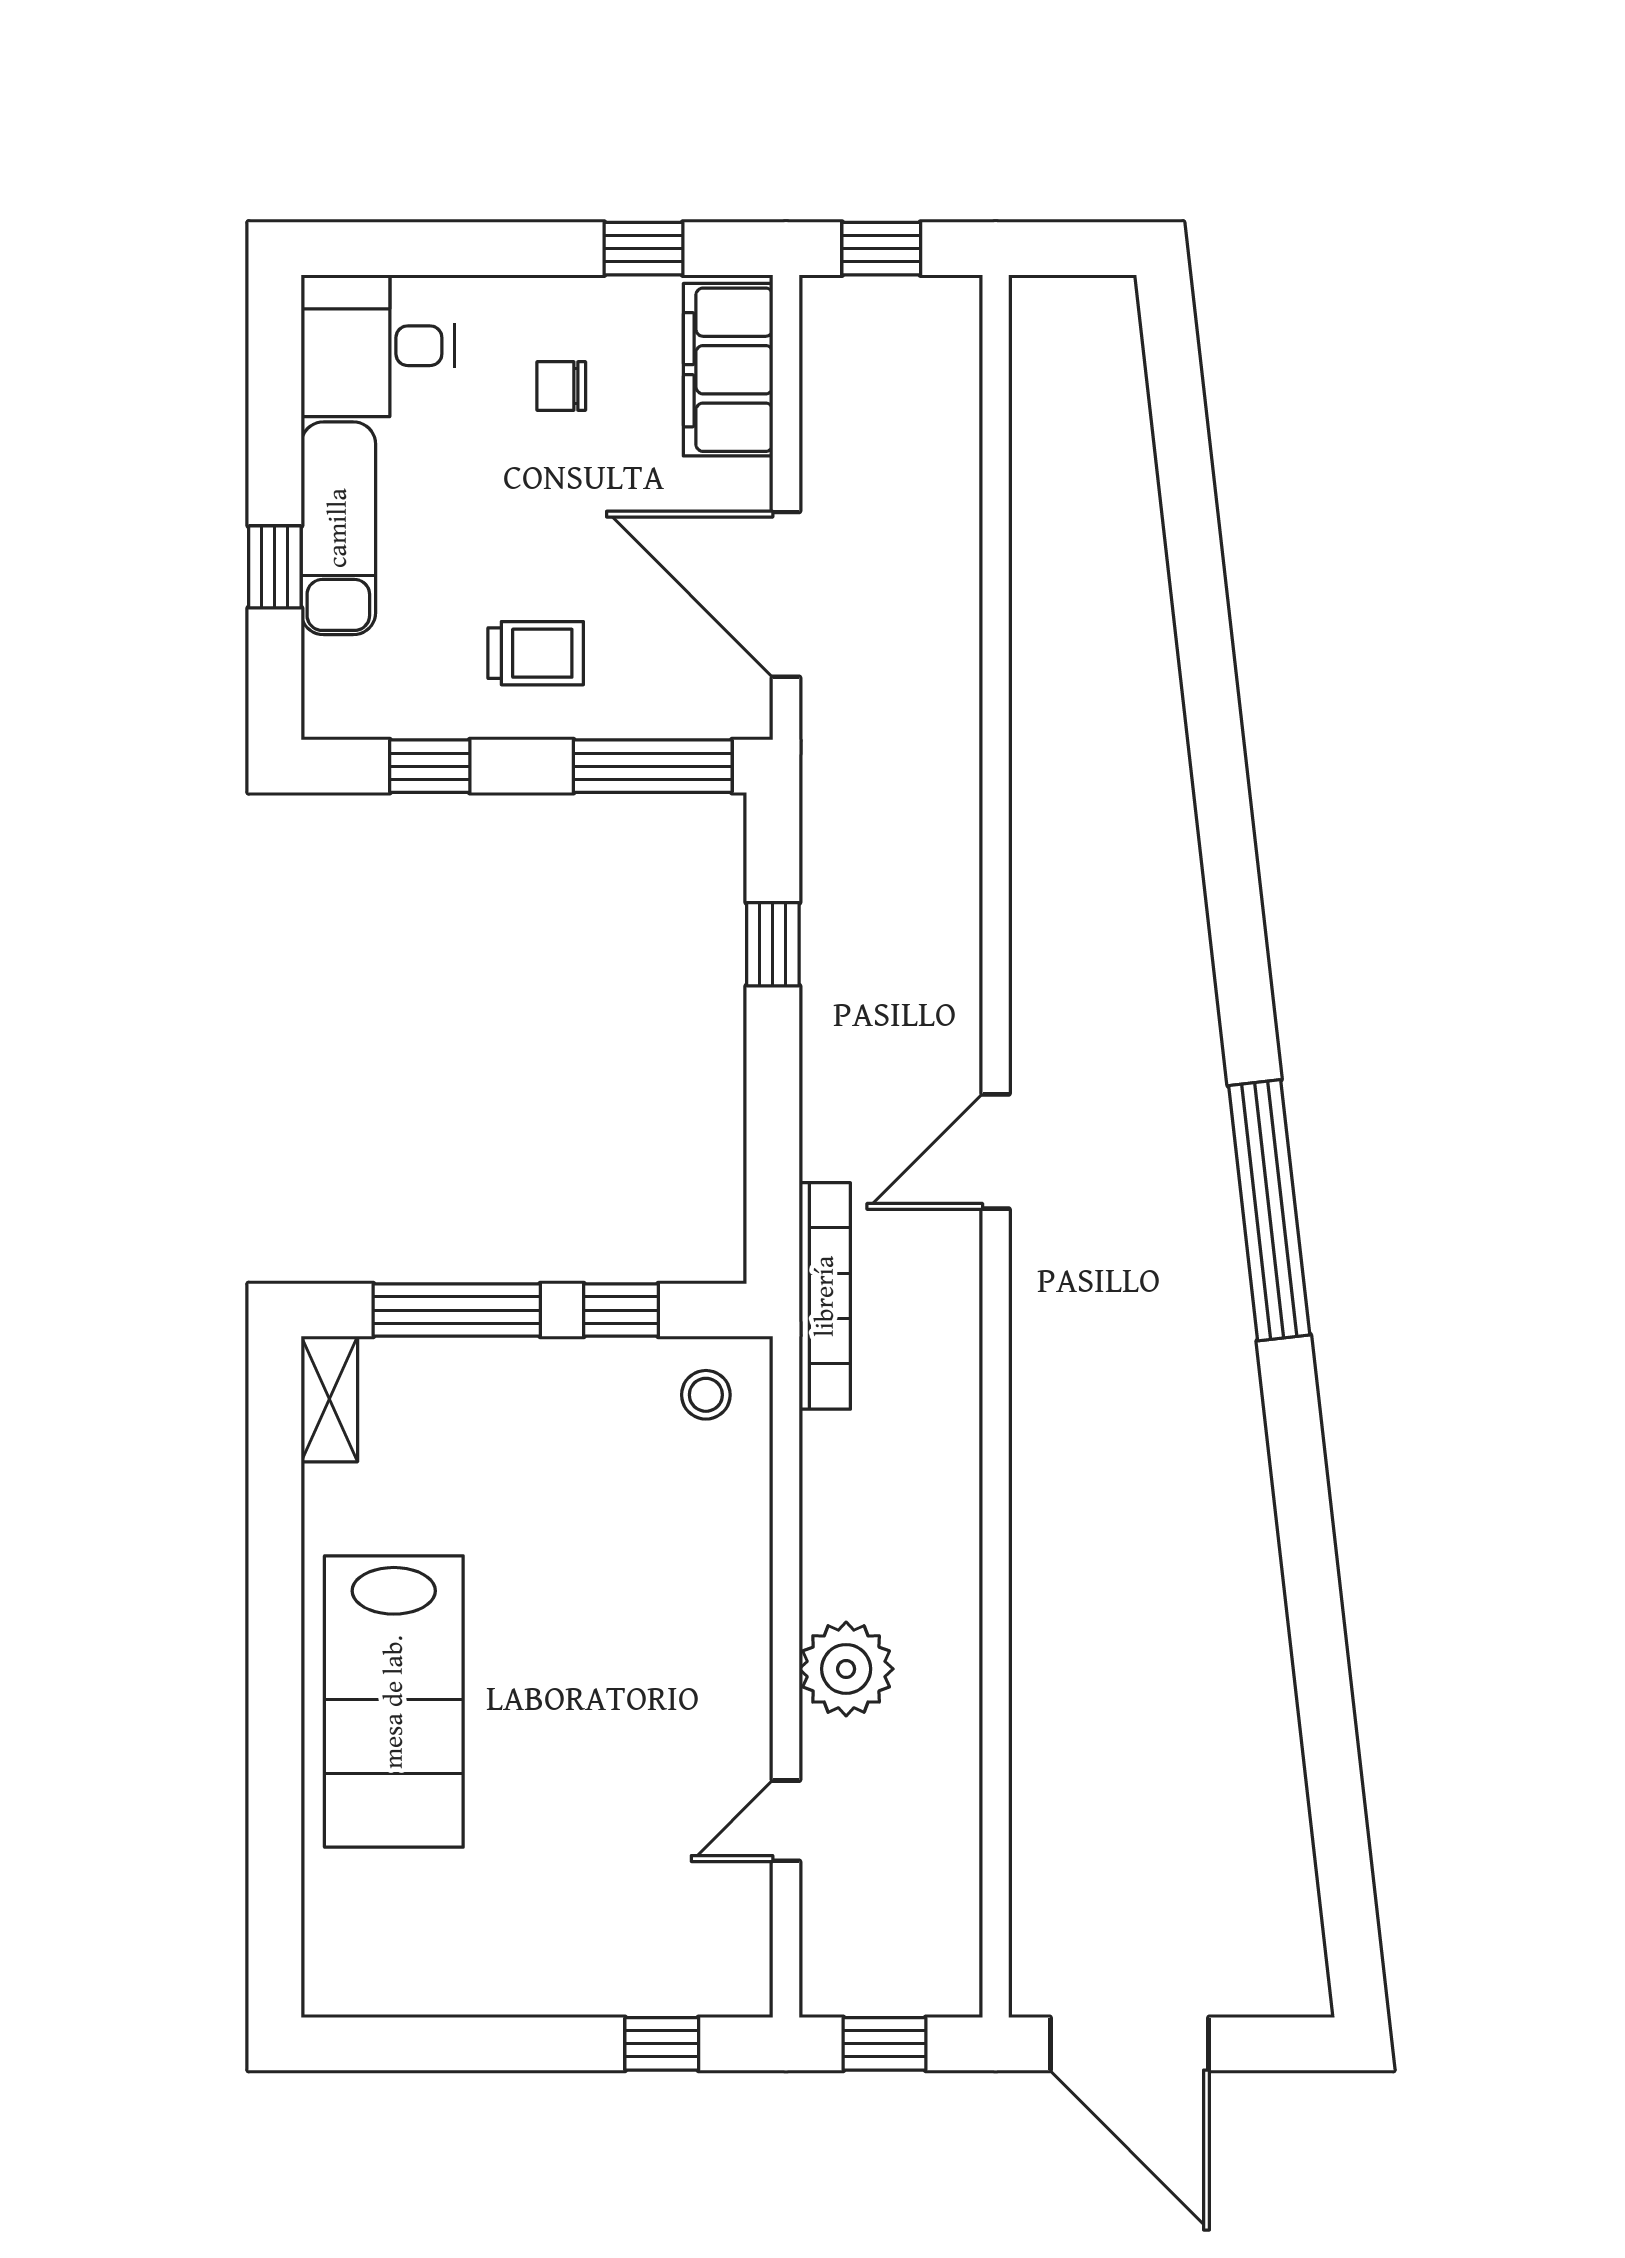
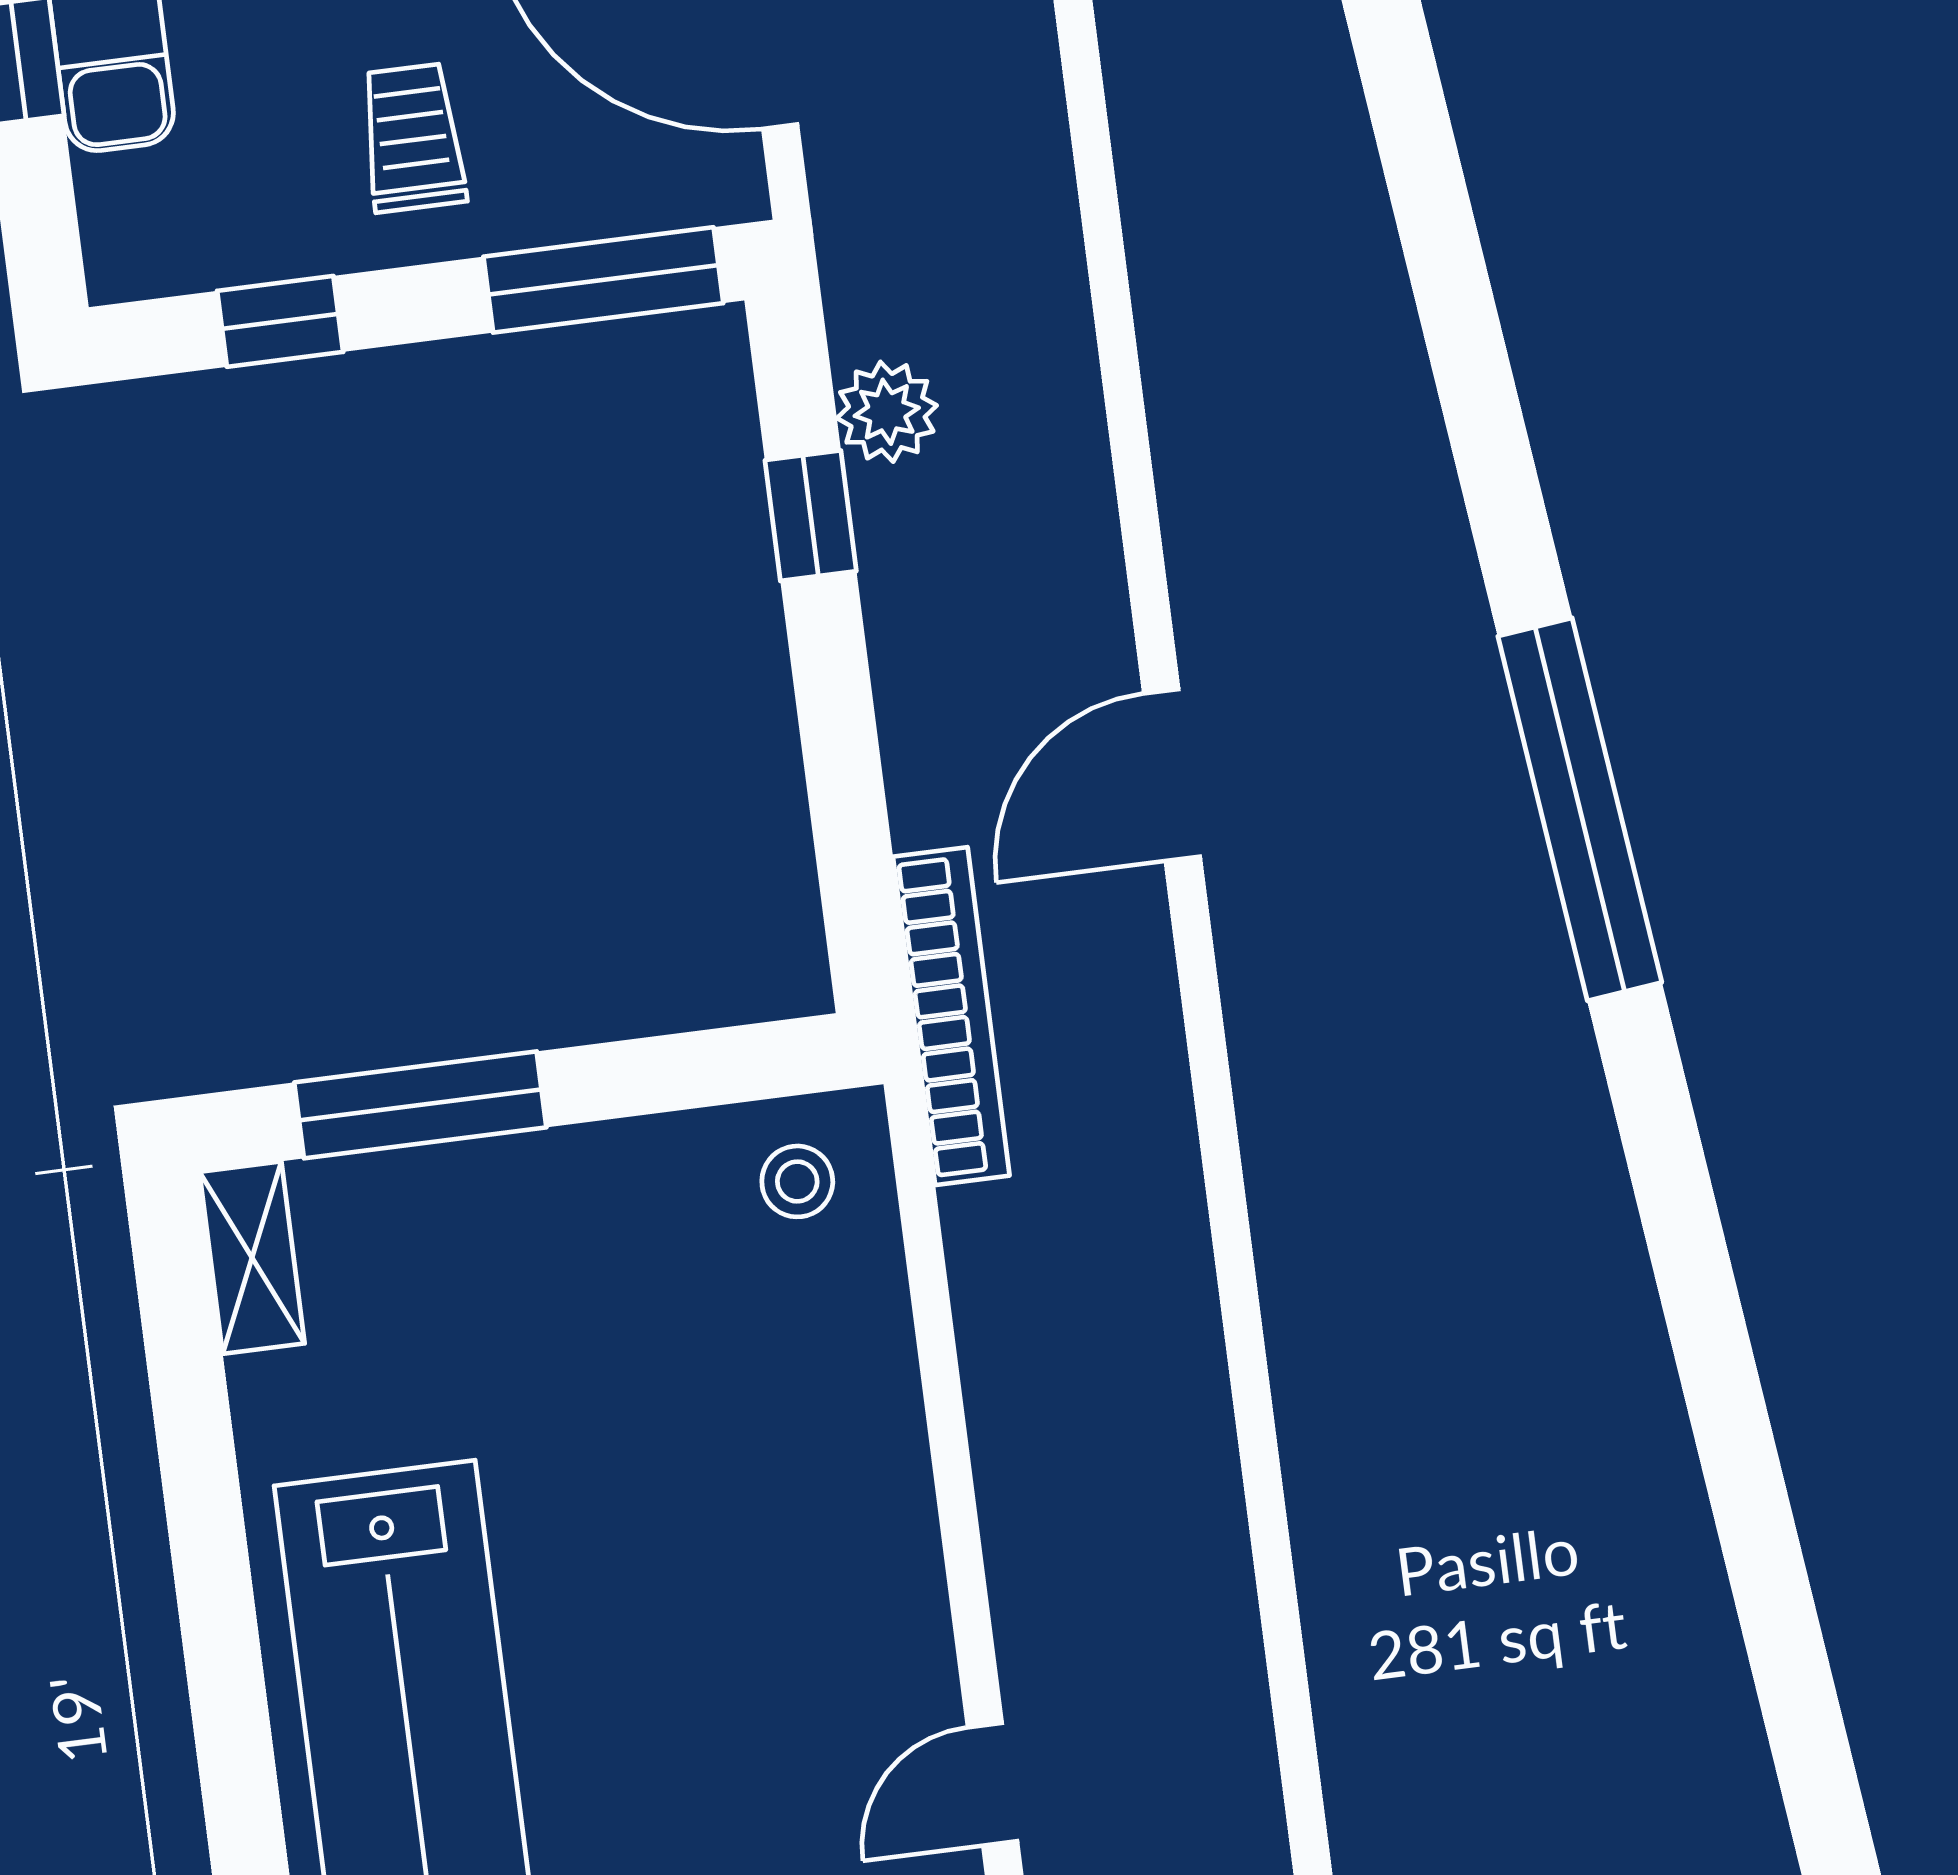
trolley: (536, 653) -> (413, 138), turned -90
window: (621, 1310) -> (658, 1074), removed
plant: (846, 1669) -> (887, 412), moved, width x0.73, depth x0.73

